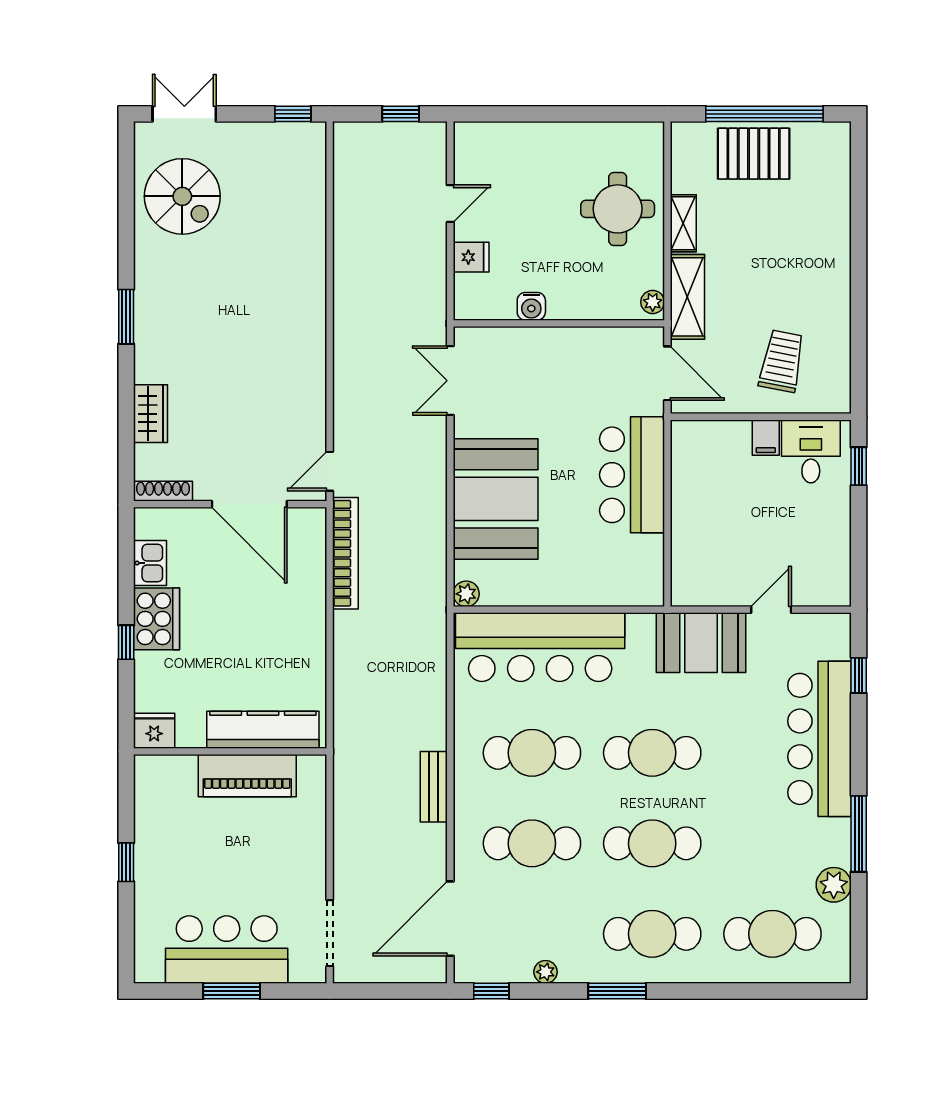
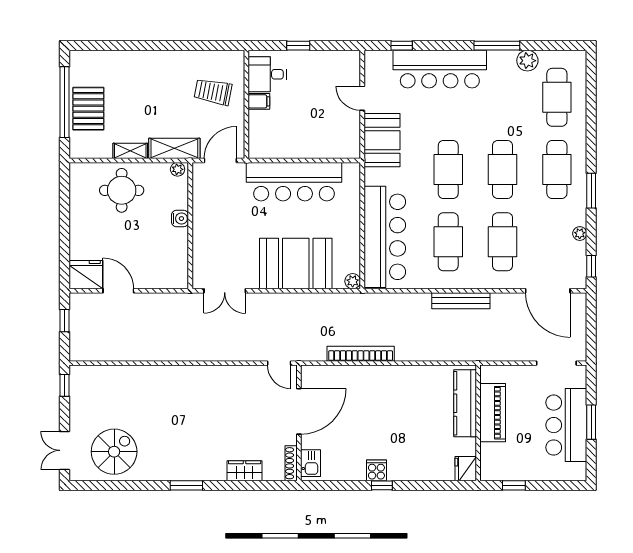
door: (450, 204) -> (118, 291), width x1.37
fridge: (471, 257) -> (86, 275), moved, width x1.88, depth x1.34
water cooler: (531, 306) -> (180, 219), moved
window: (859, 466) -> (298, 46), moved
bar counter: (632, 475) -> (294, 182), width x1.36
bookcase: (345, 553) -> (361, 354), moved
kitchen sink: (150, 563) -> (311, 463), moved, turned 90
cooker: (157, 619) -> (376, 470), width x0.53, depth x0.76
kitchen counter: (263, 730) -> (465, 403), moved
fridge: (154, 731) -> (466, 469), moved
wall: (230, 751) -> (478, 423), moved
piano: (247, 776) -> (493, 413), moved
bench: (434, 787) -> (461, 301), width x1.36

